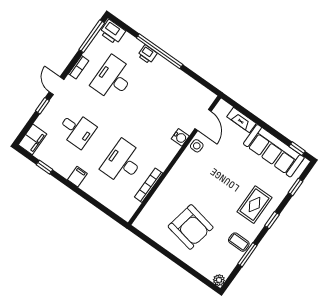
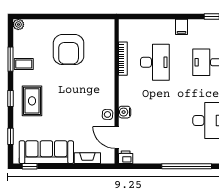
printer: (147, 54) -> (126, 157), moved
armchair: (191, 227) -> (69, 50), turned -101

